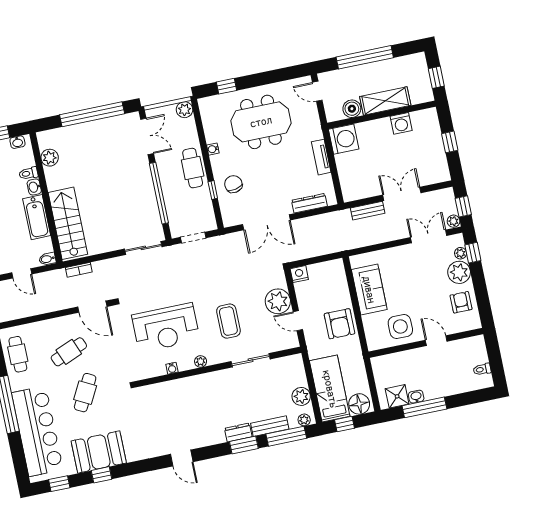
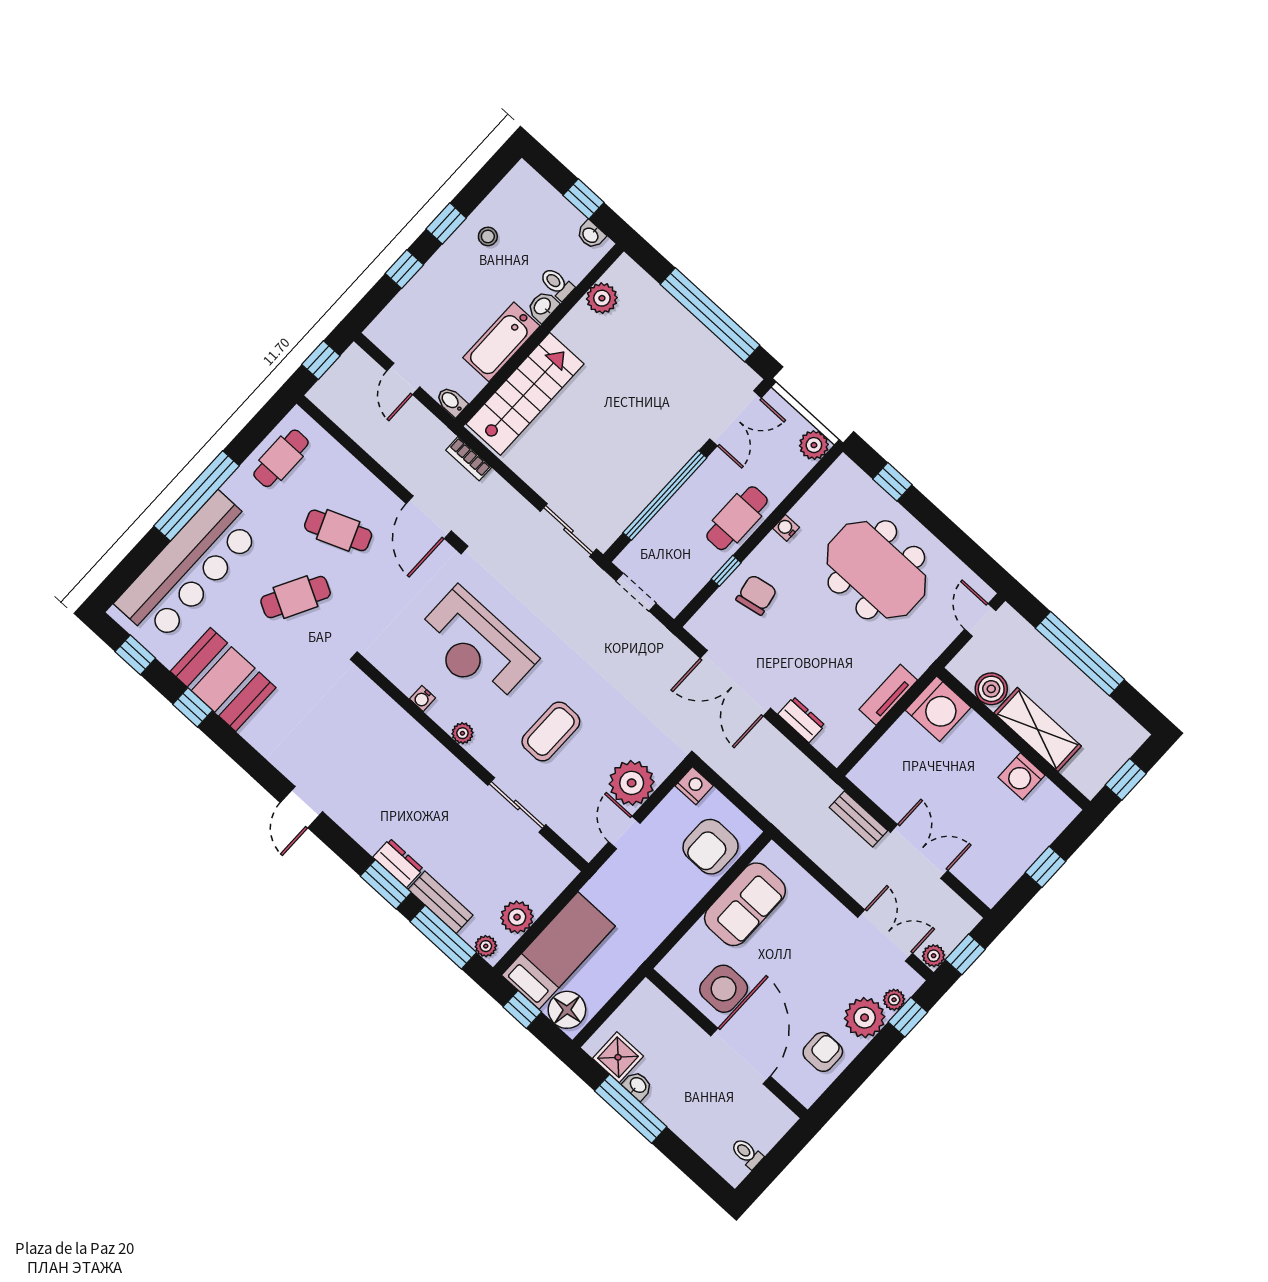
dresser: (309, 203) -> (801, 720), width x0.70
armchair: (339, 324) -> (711, 847), moved
door: (436, 341) -> (740, 1056), width x1.88

